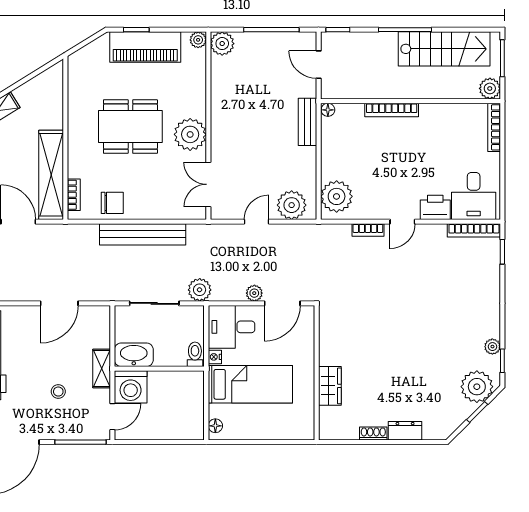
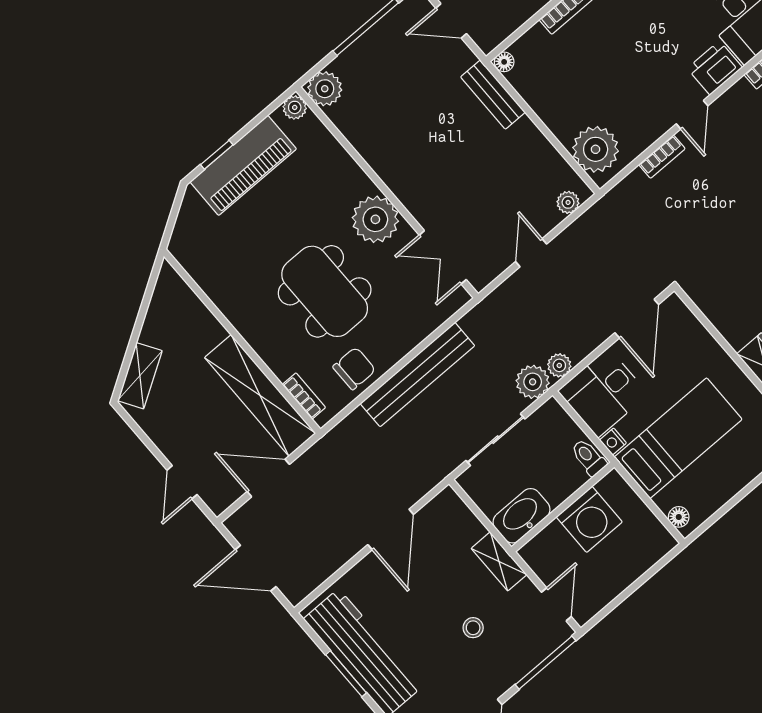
dining table: (130, 127) -> (325, 291), moved, turned 90
plant: (292, 205) -> (568, 202), width x0.53, depth x0.53
plant: (254, 293) -> (559, 365), moved
washing machine: (131, 387) -> (589, 519), moved

